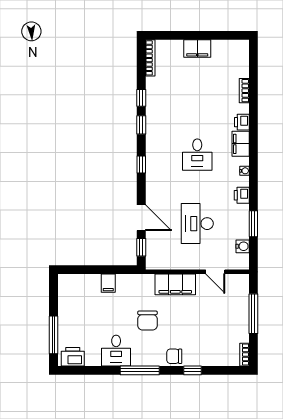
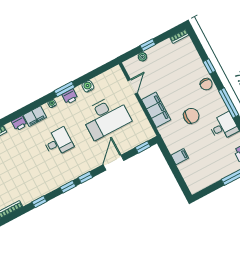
window: (141, 125) -> (68, 187), moved
door: (141, 218) -> (113, 163), moved
desk: (197, 224) -> (106, 117), width x1.36, depth x1.30
window: (253, 224) -> (64, 89), moved
water cooler: (243, 246) -> (88, 86), moved
plant: (243, 301) -> (142, 57), added
window: (253, 314) -> (148, 45), width x0.46

